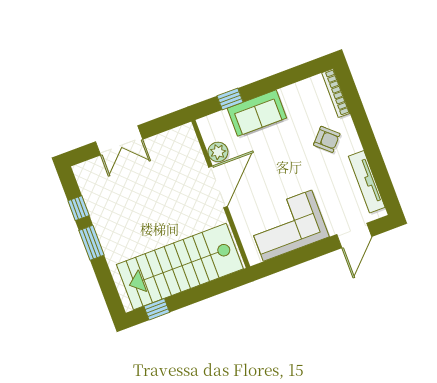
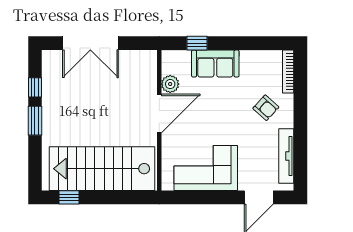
double door: (119, 140) -> (90, 43), width x1.37

